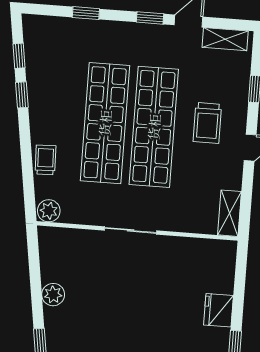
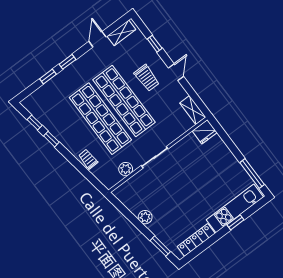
window: (150, 18) -> (67, 62), moved
plant: (49, 211) -> (126, 169), moved
fridge: (219, 310) -> (205, 132), moved, turned -90

